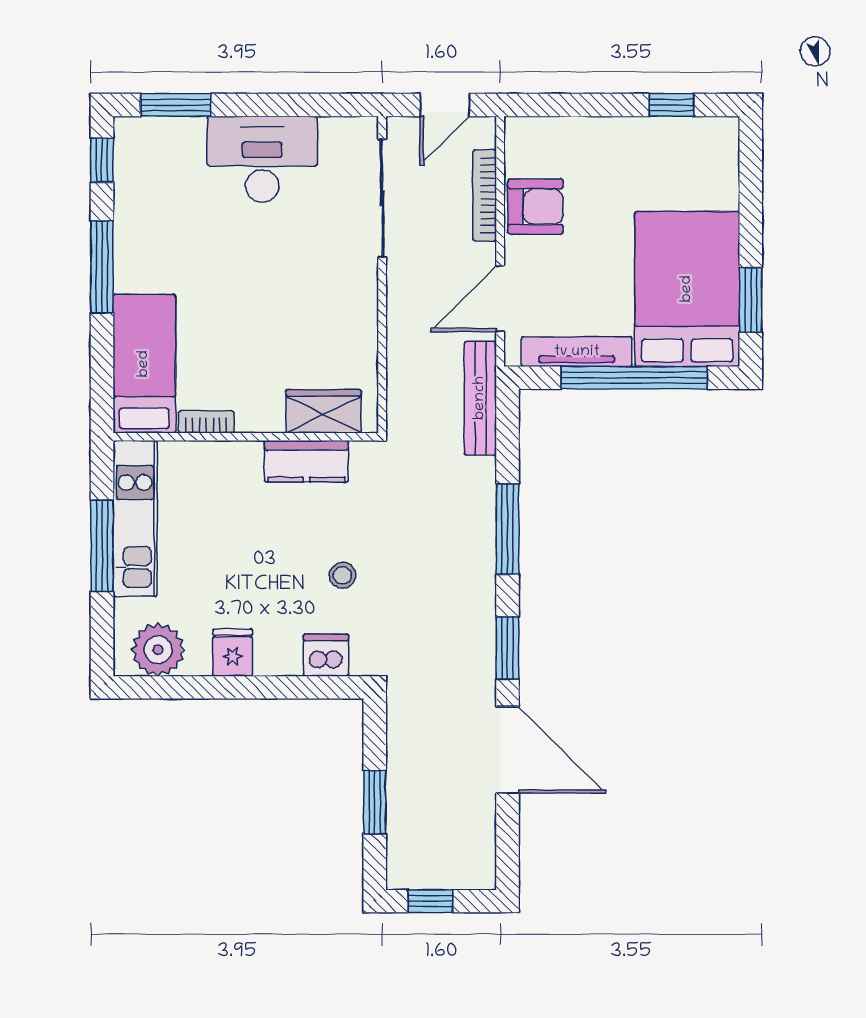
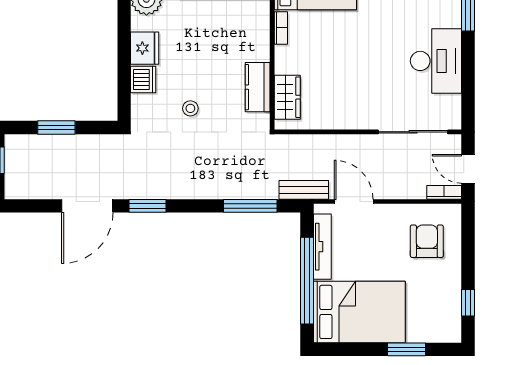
bookcase: (485, 195) -> (444, 192), moved, width x0.64
armchair: (536, 207) -> (427, 241), moved, turned 180
window: (751, 300) -> (406, 349), moved
bench: (480, 398) -> (304, 190), width x0.73
window: (507, 529) -> (250, 206), moved
fridge: (233, 653) -> (145, 48), width x1.38
dishwasher: (326, 655) -> (143, 79), moved

